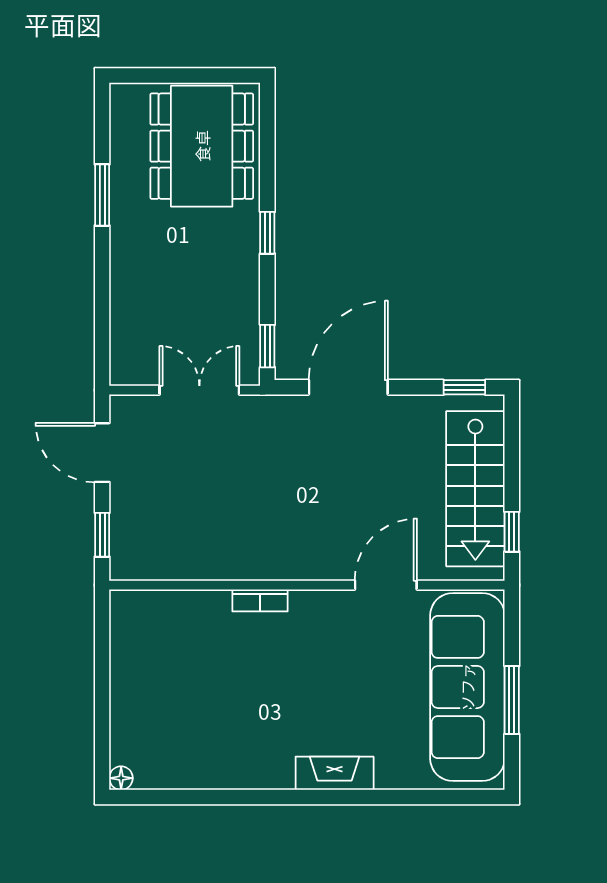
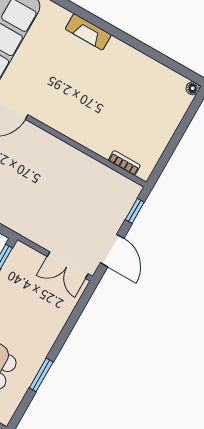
double door: (199, 390) -> (68, 265), moved
bookcase: (260, 600) -> (124, 163), moved

